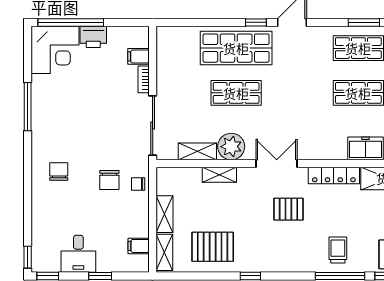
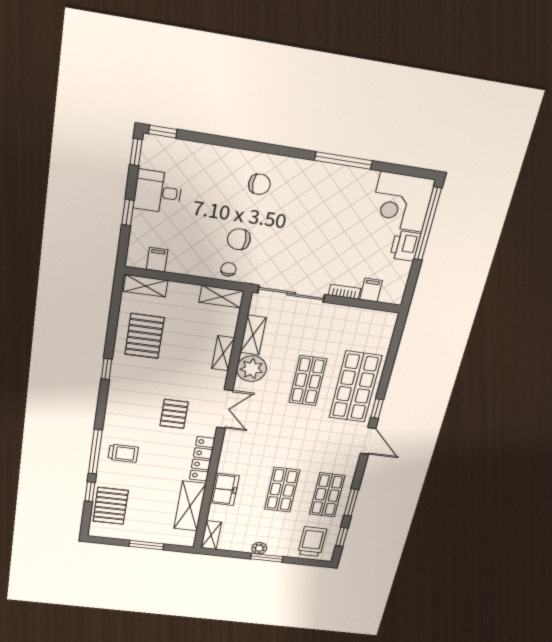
shelving: (165, 214) -> (221, 297), moved

